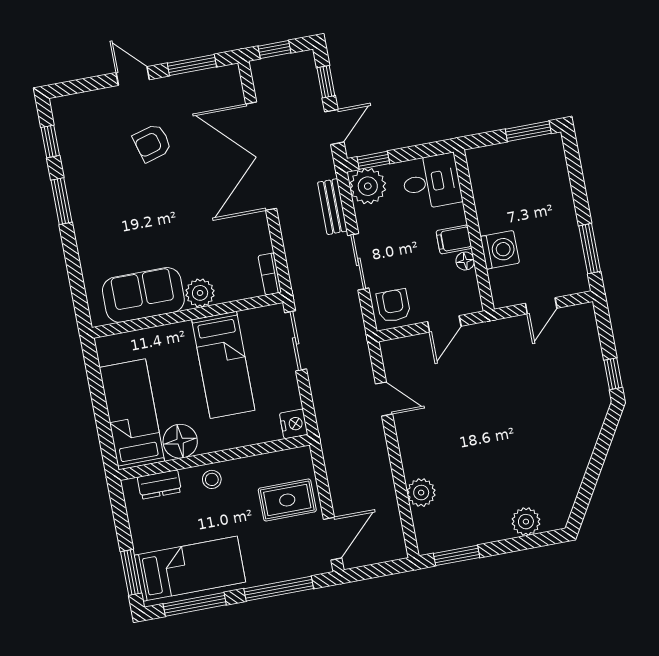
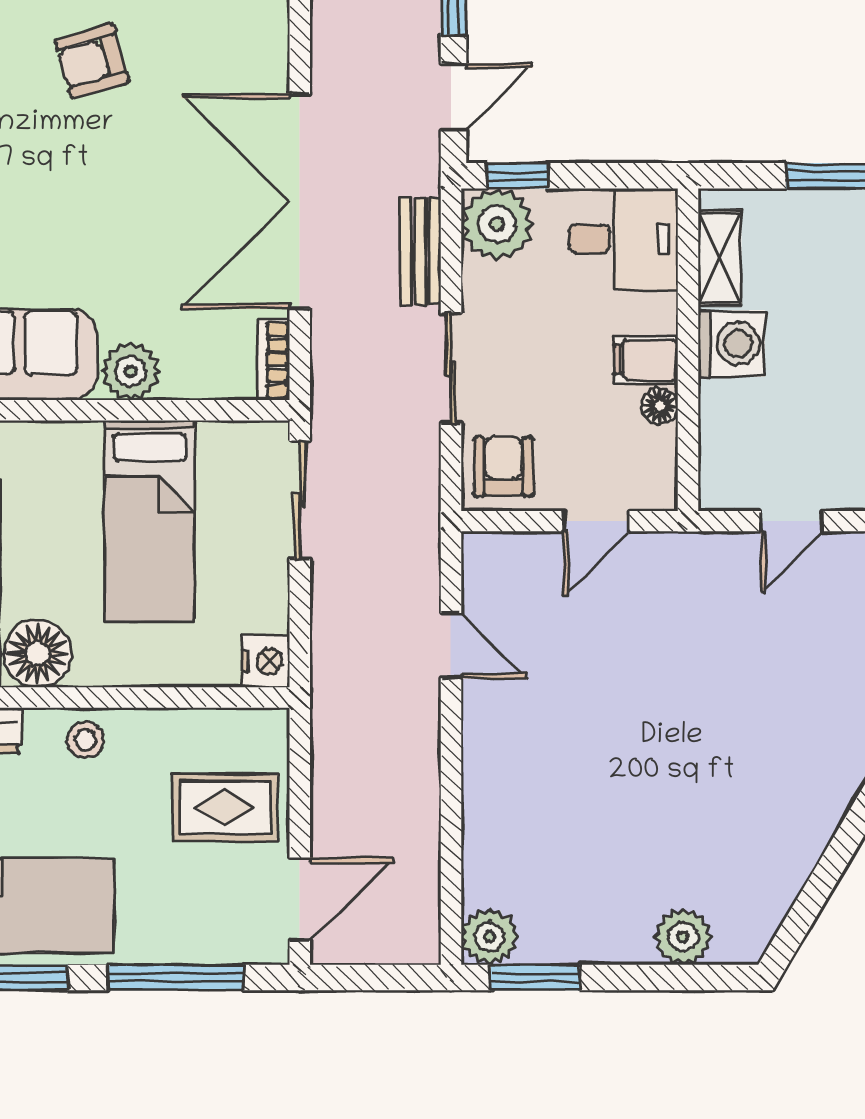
double door: (261, 156) -> (300, 201), moved
shelving: (481, 182) -> (720, 258), added
washing machine: (500, 250) -> (731, 344), moved
plant: (421, 493) -> (489, 937), moved

